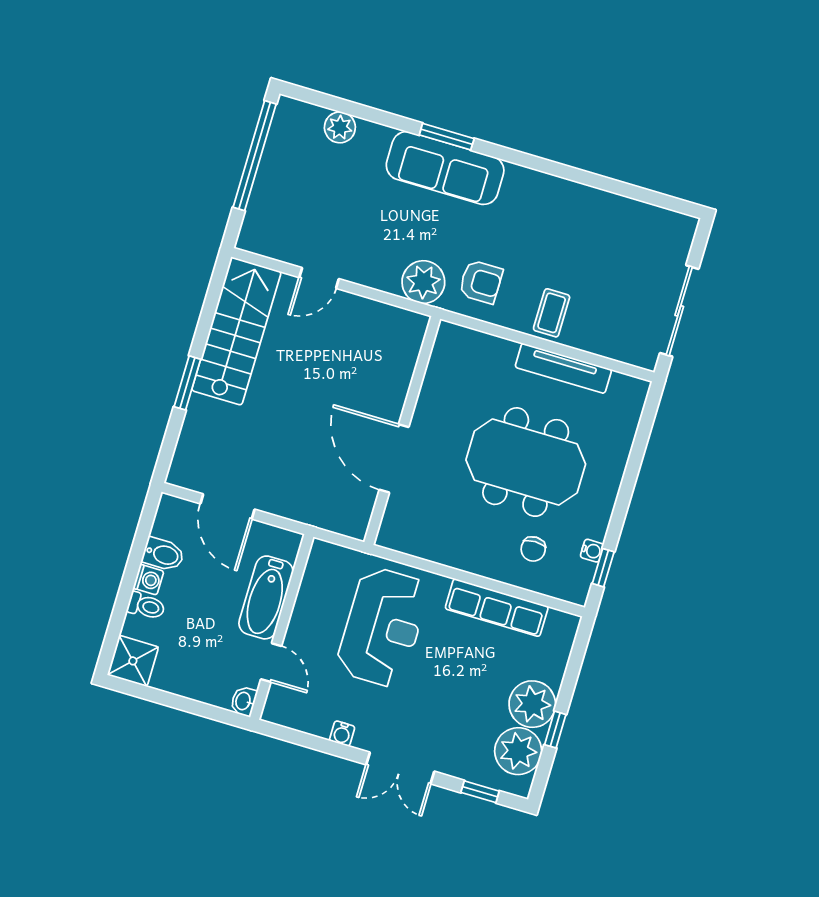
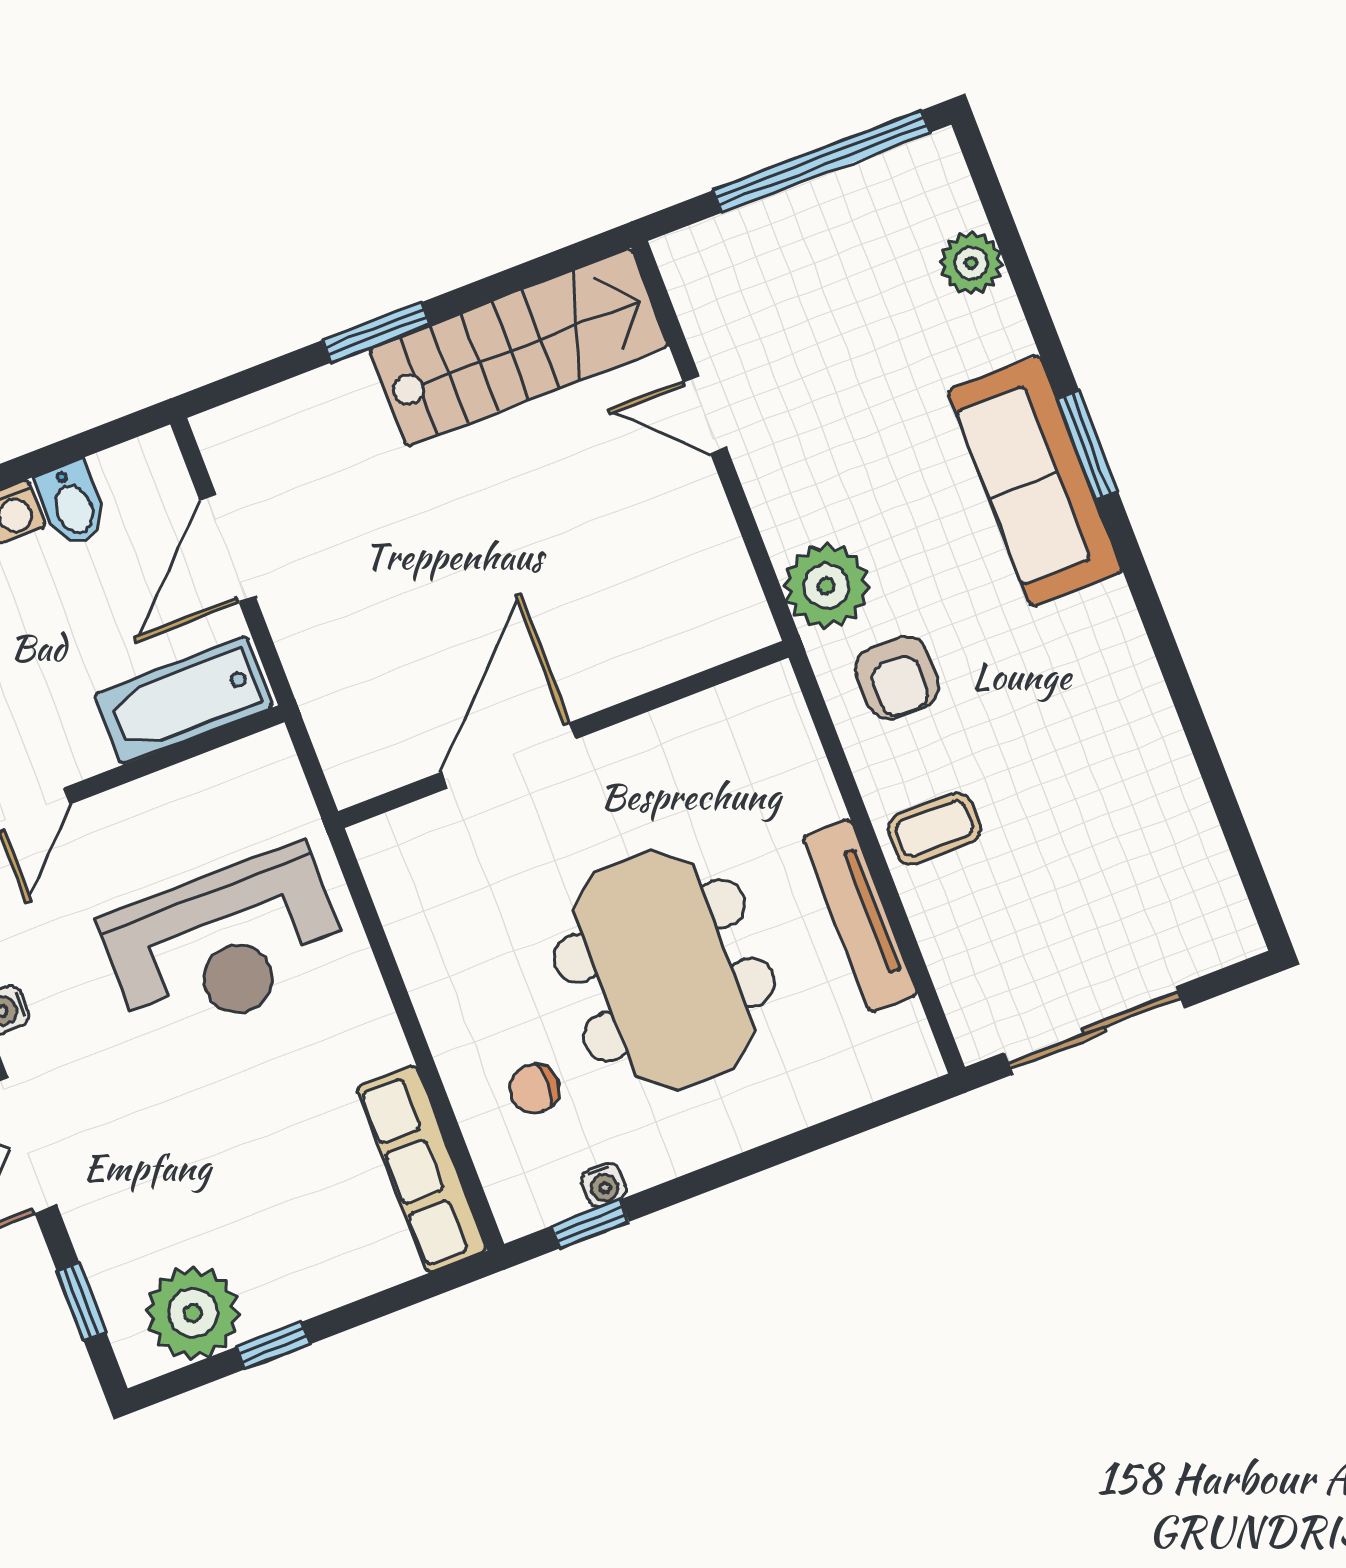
bathtub: (266, 597) -> (184, 700), moved
row of seats: (497, 608) -> (422, 1169), moved
plant: (532, 704) -> (285, 1278), removed

